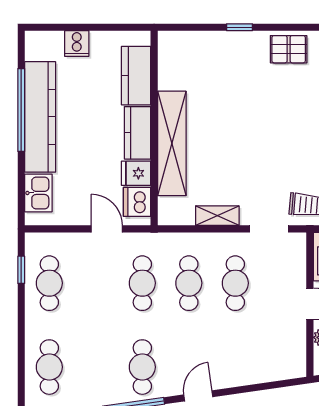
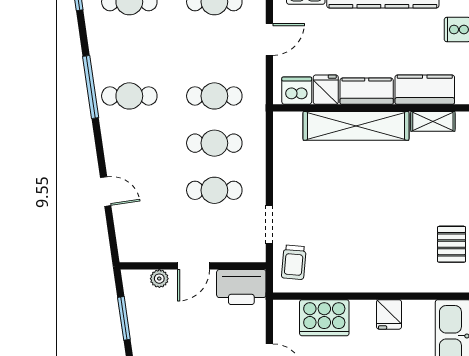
shelving: (217, 216) -> (433, 121), moved, turned 90
door: (107, 229) -> (269, 39), moved
door: (198, 396) -> (106, 192), moved

